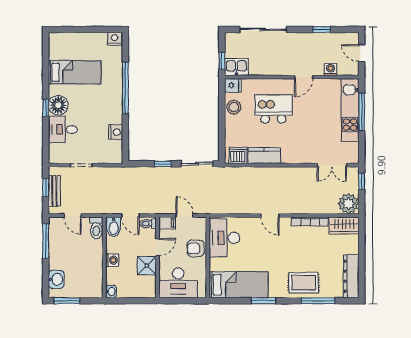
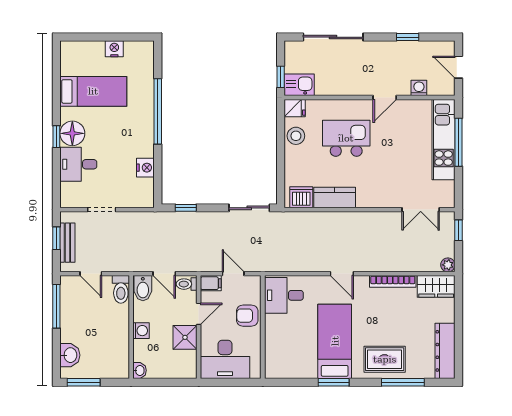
nightstand: (115, 39) -> (114, 49), moved
window: (163, 164) -> (186, 208), moved
plant: (348, 204) -> (448, 265), width x0.53, depth x0.53
desk: (224, 238) -> (284, 295), width x0.73
bed: (238, 285) -> (335, 341), moved, turned -90

